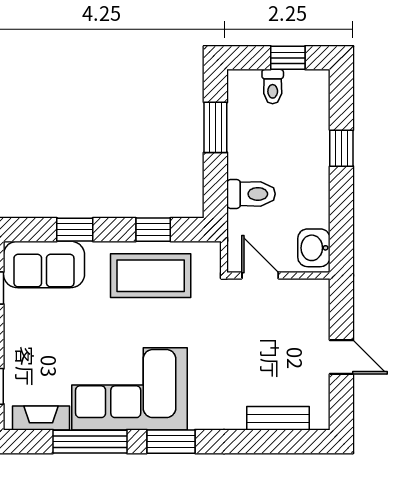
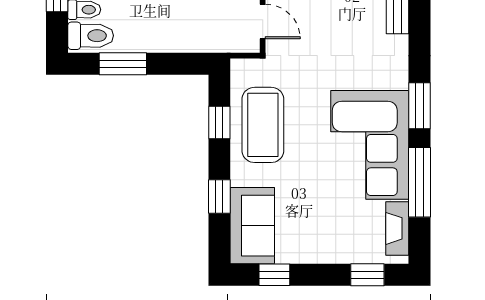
toilet: (251, 194) -> (91, 36), moved, turned 90
door: (260, 275) -> (263, 22), swing flipped

